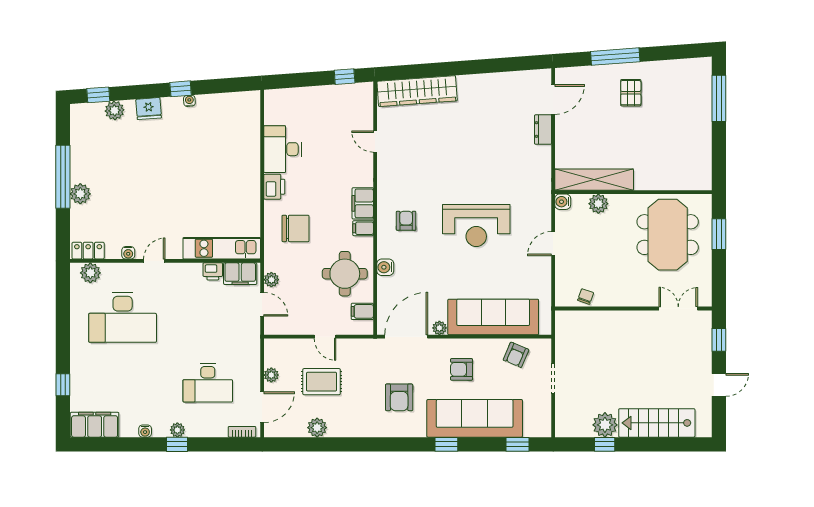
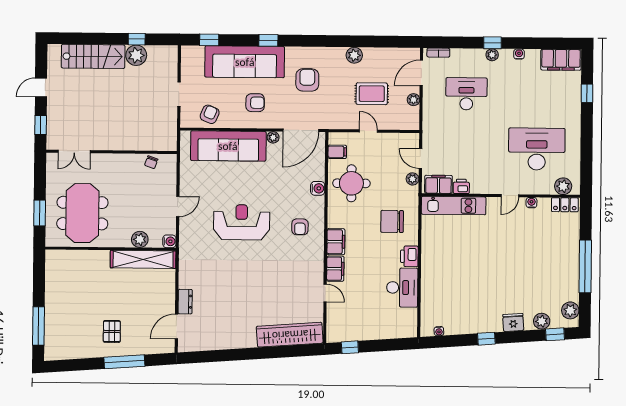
water cooler: (189, 101) -> (439, 331), moved
plant: (80, 194) -> (570, 310), moved
filing cabinet: (363, 228) -> (335, 269), moved, width x2.00
plant: (317, 428) -> (354, 55), moved

